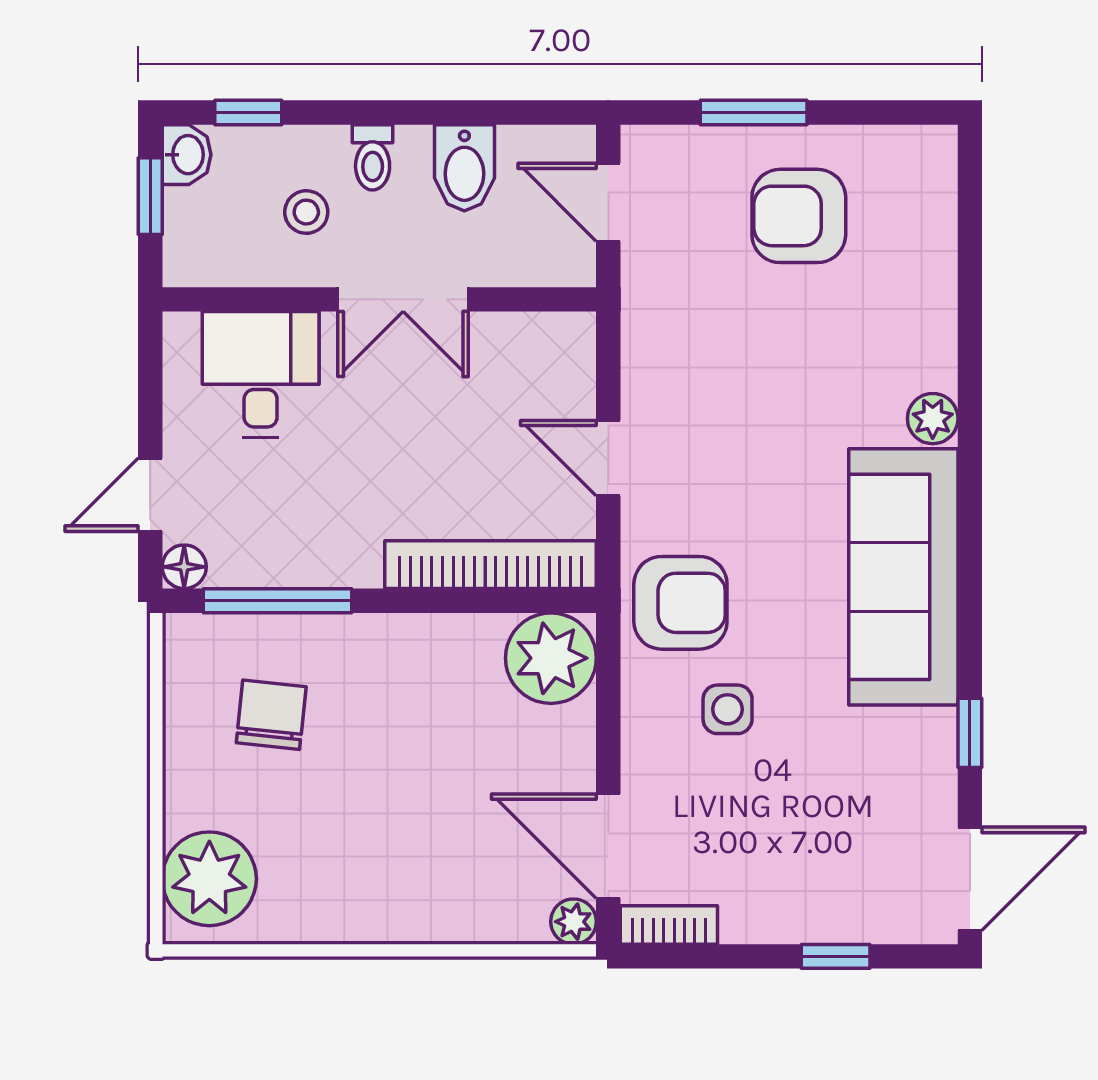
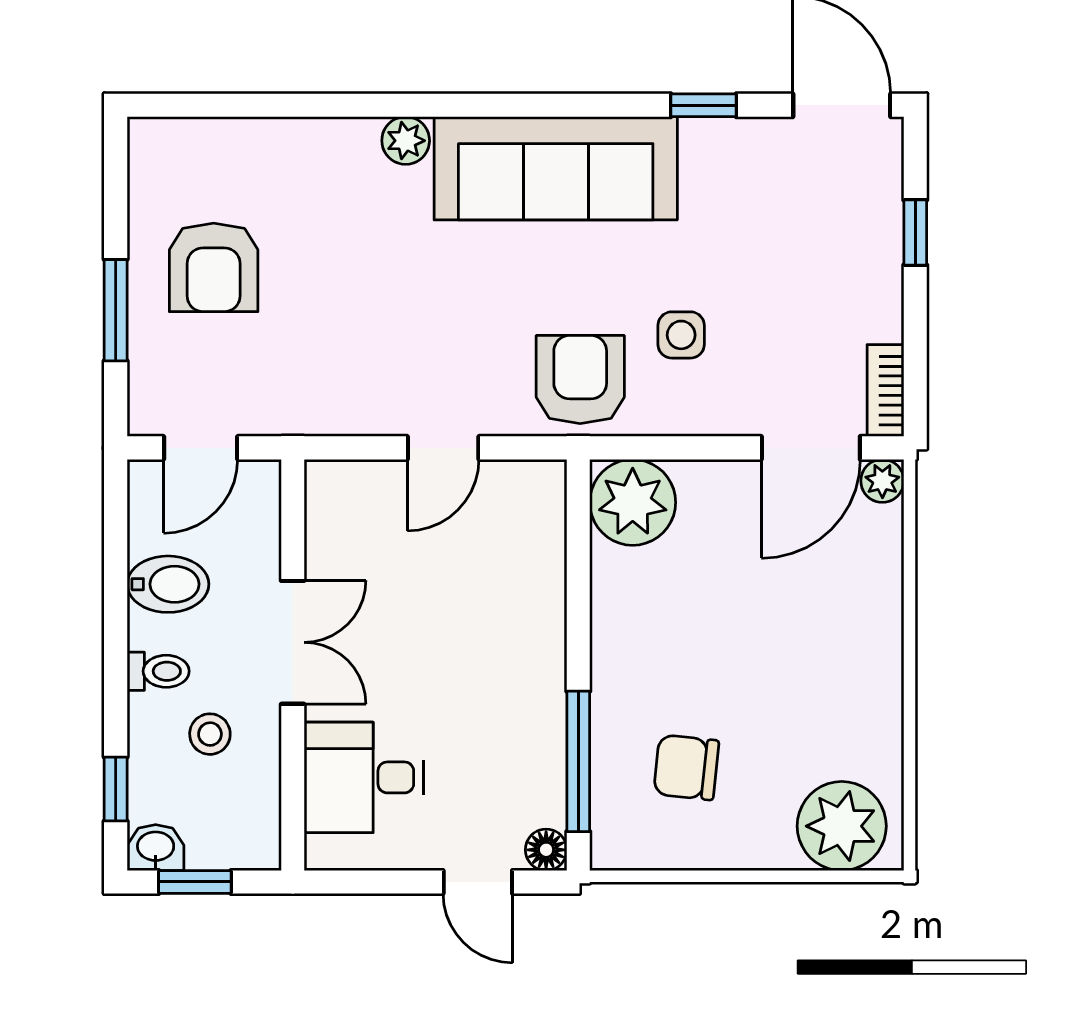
bookcase: (491, 565) -> (544, 559), removed

